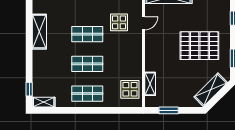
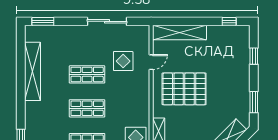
shelving: (39, 32) -> (33, 71), width x1.47
pallet: (199, 46) -> (184, 89), moved

